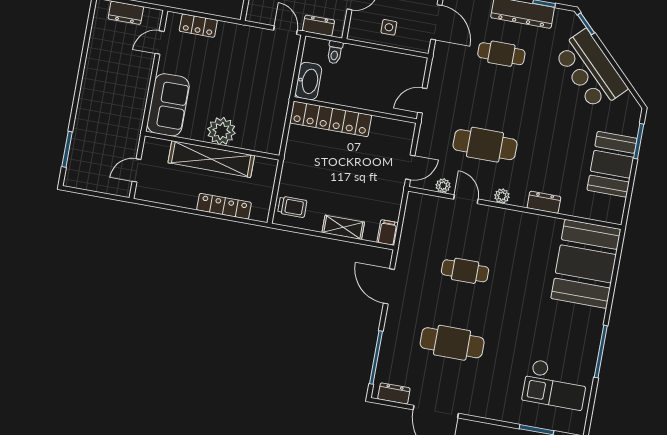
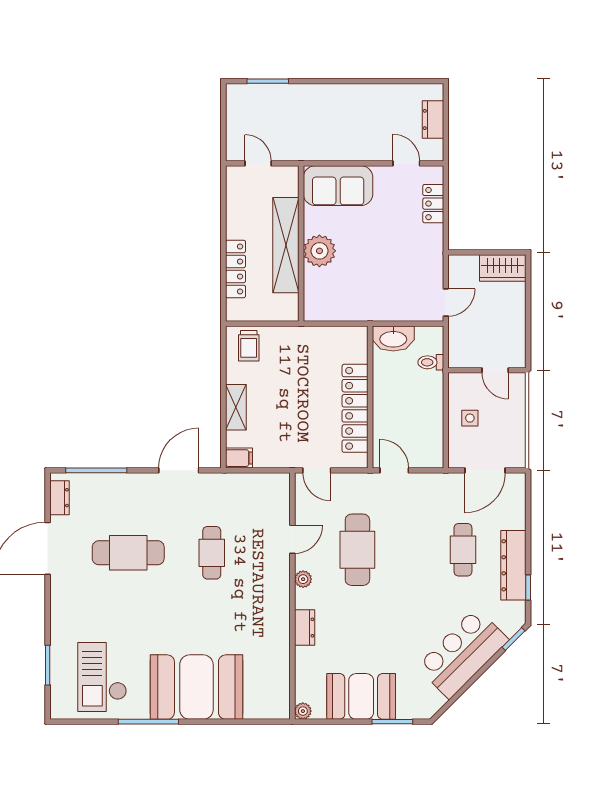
dresser: (318, 26) -> (458, 339), removed
locker: (331, 119) -> (355, 408), moved
plant: (443, 186) -> (303, 711), moved
booth: (586, 264) -> (196, 687), moved
cafe table: (452, 343) -> (128, 553), turned 90

